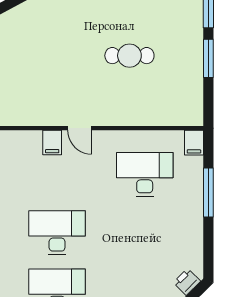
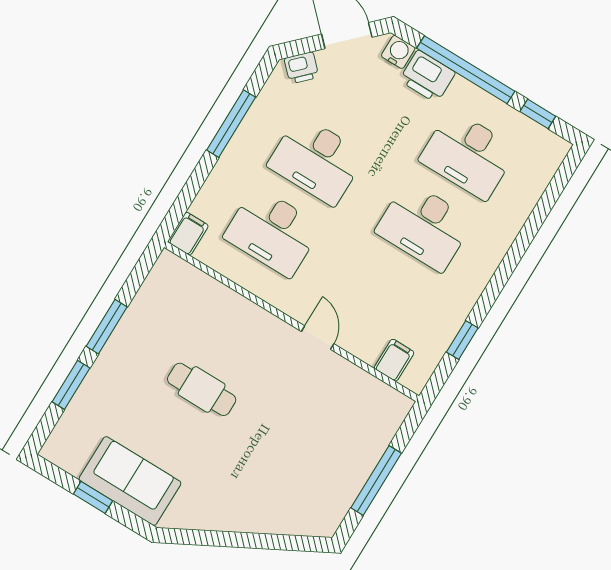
filing cabinet: (52, 143) -> (394, 360), moved
window: (208, 193) -> (231, 124), moved
desk: (145, 233) -> (316, 160), added

